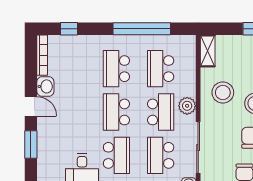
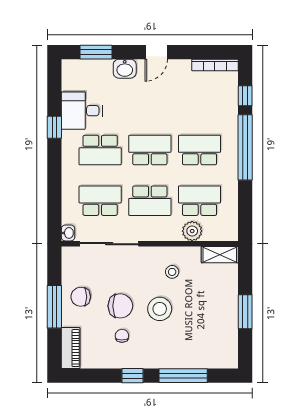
window: (142, 29) -> (245, 147), moved
washbasin: (45, 86) -> (125, 69), moved
stool: (223, 93) -> (172, 272), width x0.53, depth x0.53
plant: (187, 106) -> (192, 231), moved
window: (31, 144) -> (96, 52), moved

